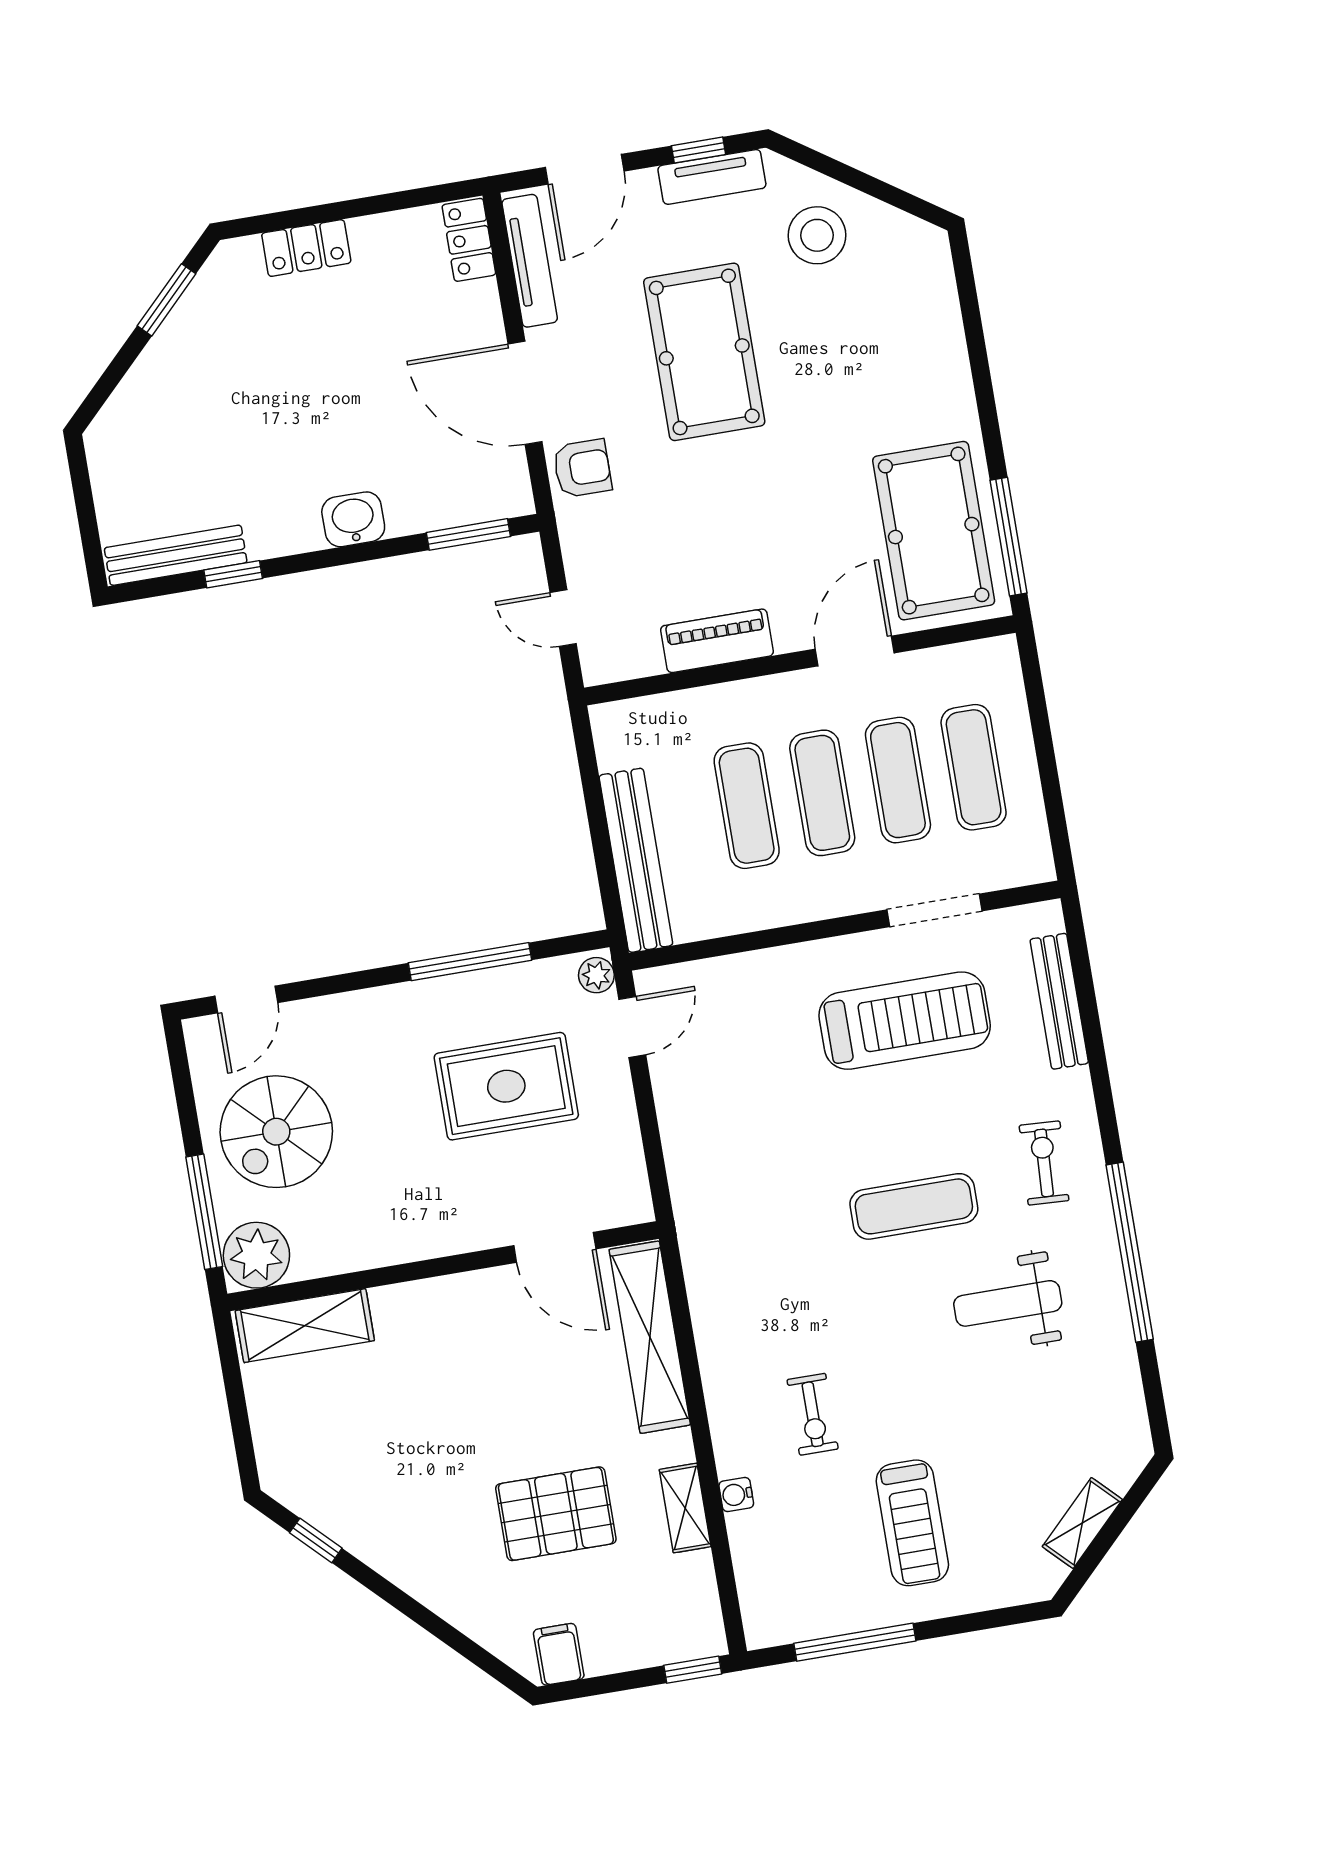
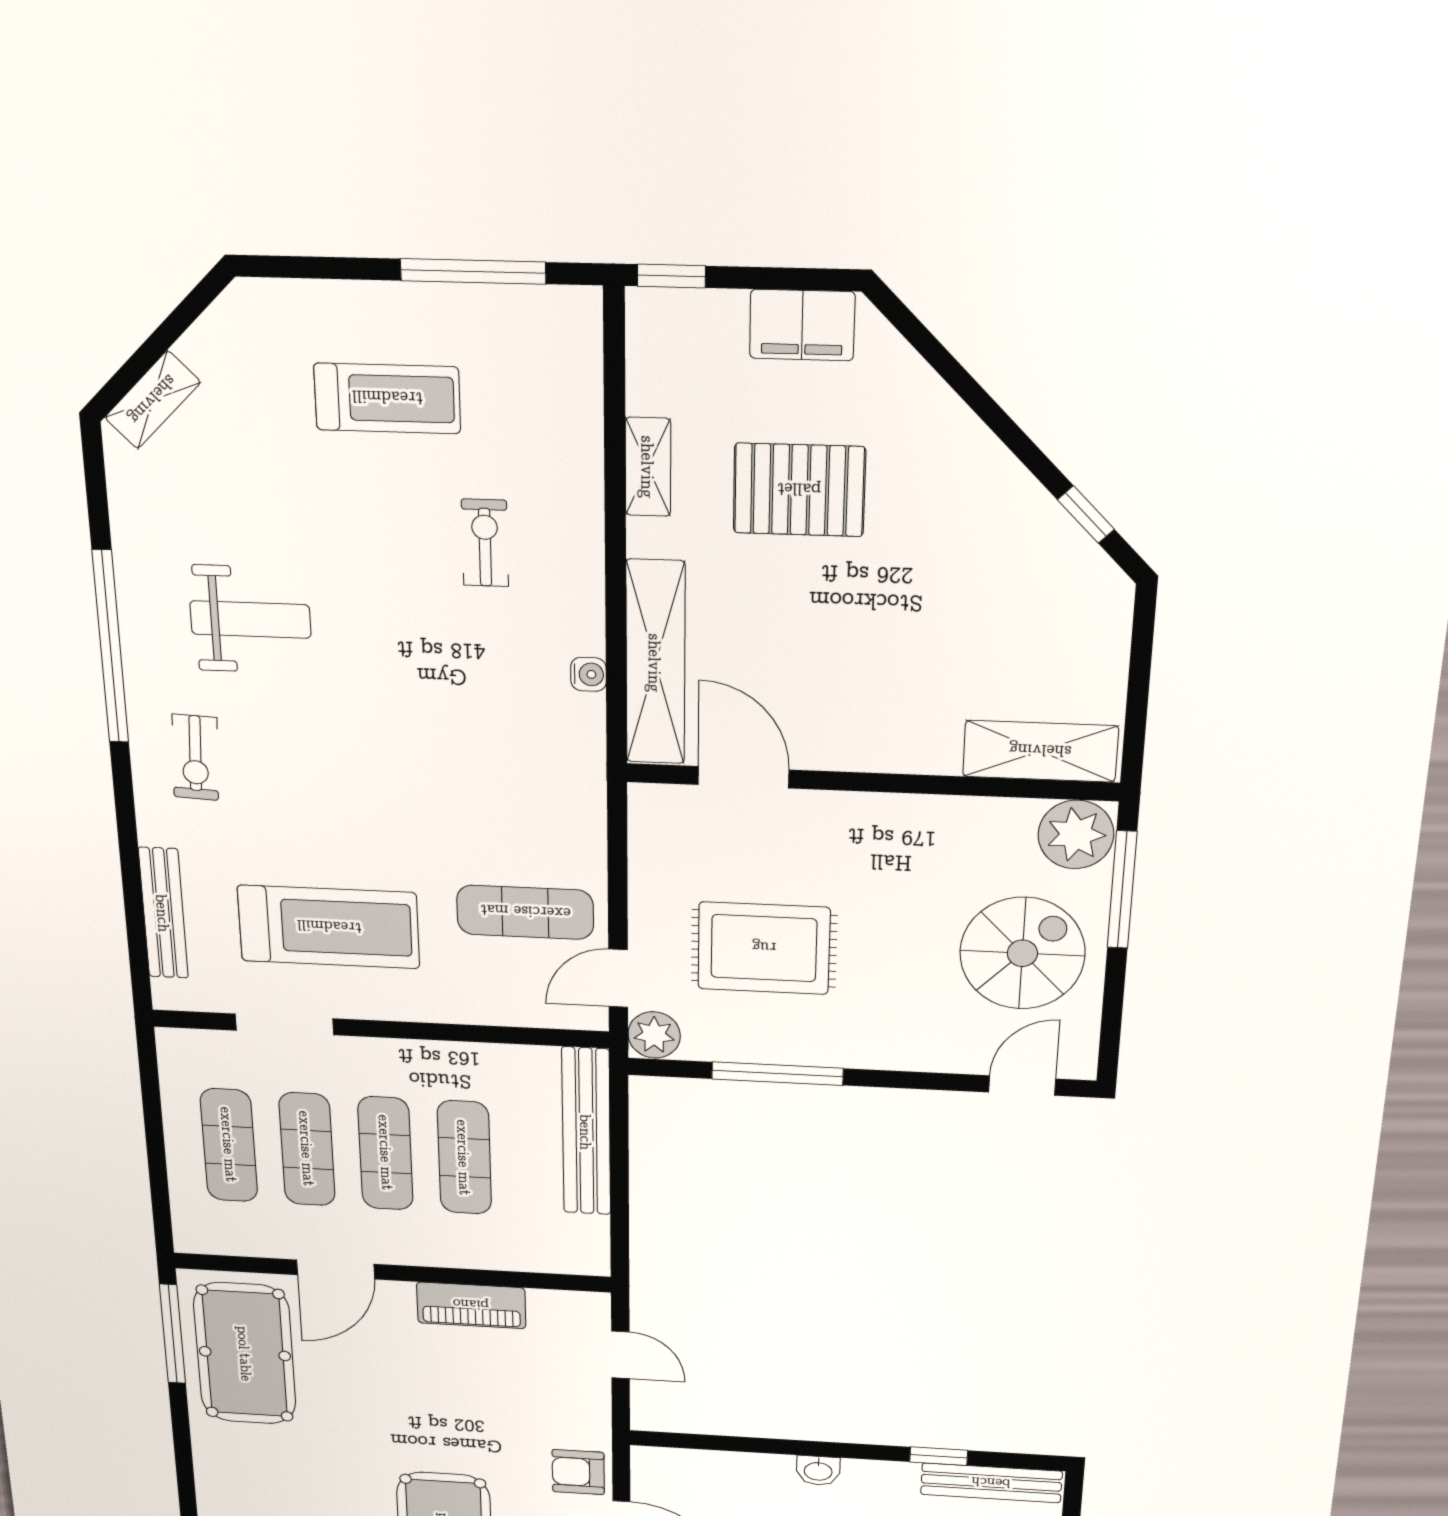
washbasin: (353, 519) -> (818, 1471), width x0.72, depth x0.69
window: (468, 534) -> (700, 1442), removed
plant: (596, 975) -> (654, 1035), width x1.38, depth x1.38
treadmill: (905, 1021) -> (329, 927), turned 180
exercise mat: (914, 1206) -> (525, 912), moved
water cooler: (736, 1495) -> (589, 674), moved
treadmill: (912, 1523) -> (387, 398), turned 90
shelving: (1082, 1523) -> (153, 400), moved
filing cabinet: (559, 1654) -> (802, 325), width x2.00

